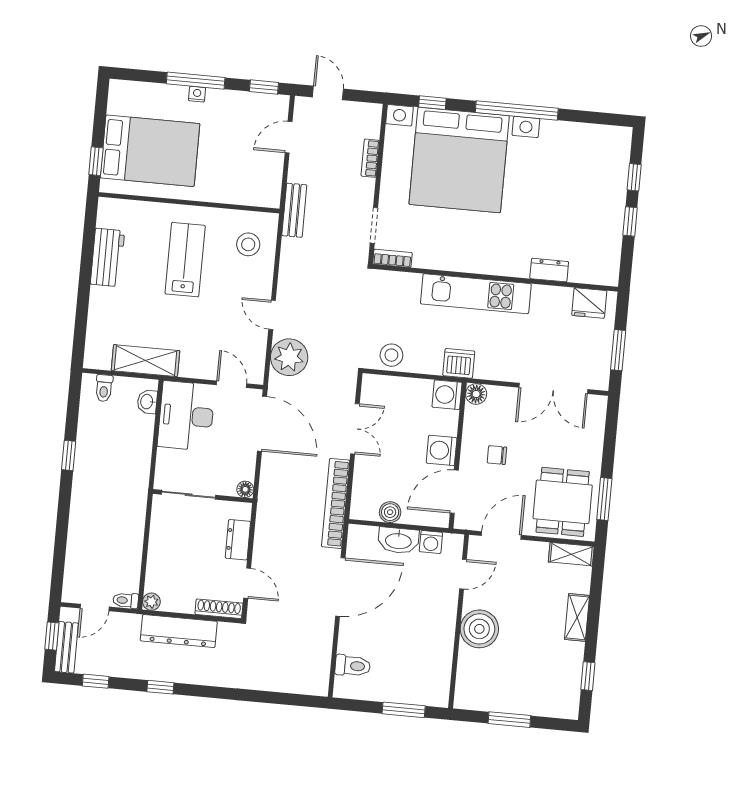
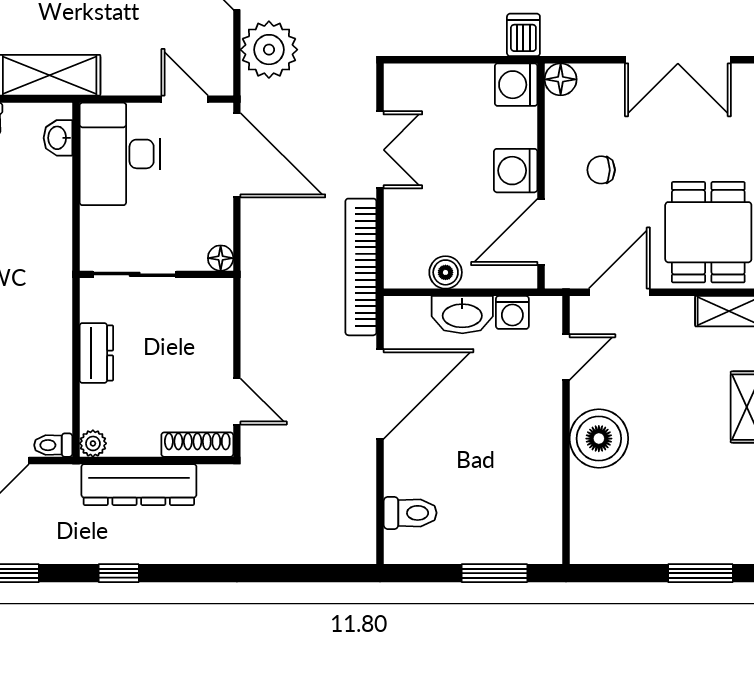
stool: (391, 355) -> (425, 32), removed
dishwasher: (459, 363) -> (523, 35), width x0.73
dresser: (238, 540) -> (96, 353), moved, turned 180
window: (509, 720) -> (700, 573), moved

